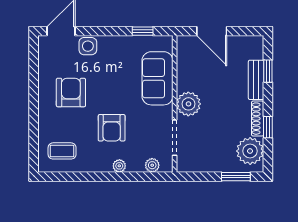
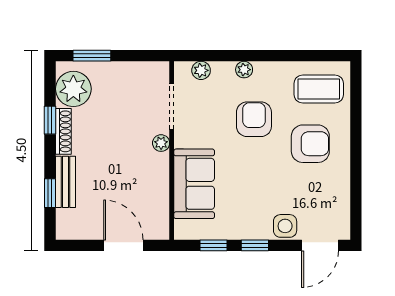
window: (111, 31) -> (255, 245), added
armchair: (71, 93) -> (310, 144), moved, turned -90
plant: (188, 104) -> (161, 143), width x0.53, depth x0.53
coffee table: (62, 151) -> (319, 89), width x1.36, depth x1.30

